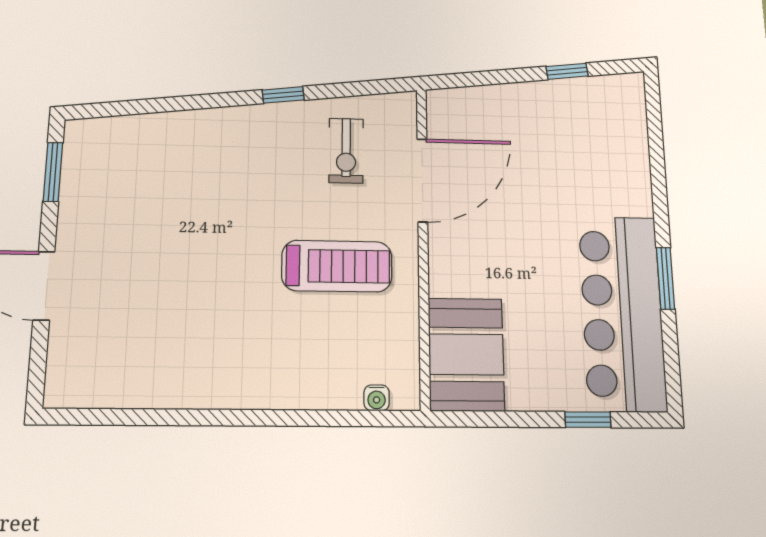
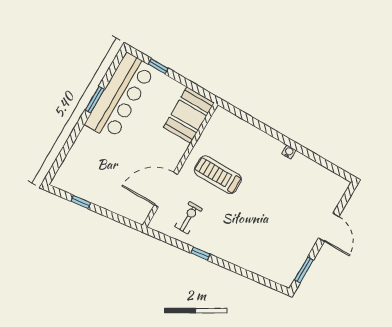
water cooler: (377, 398) -> (289, 152), moved

